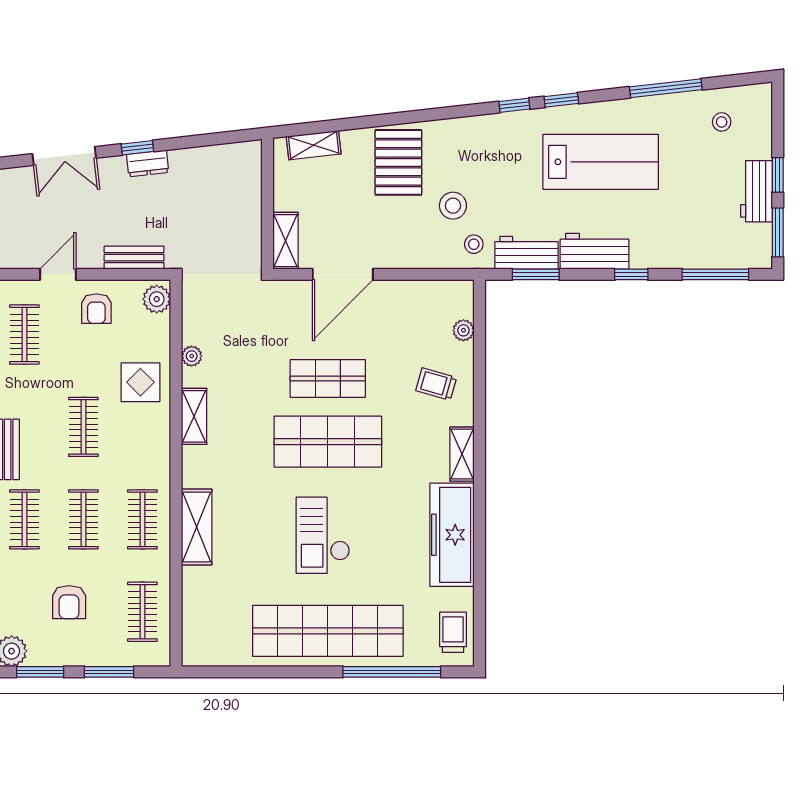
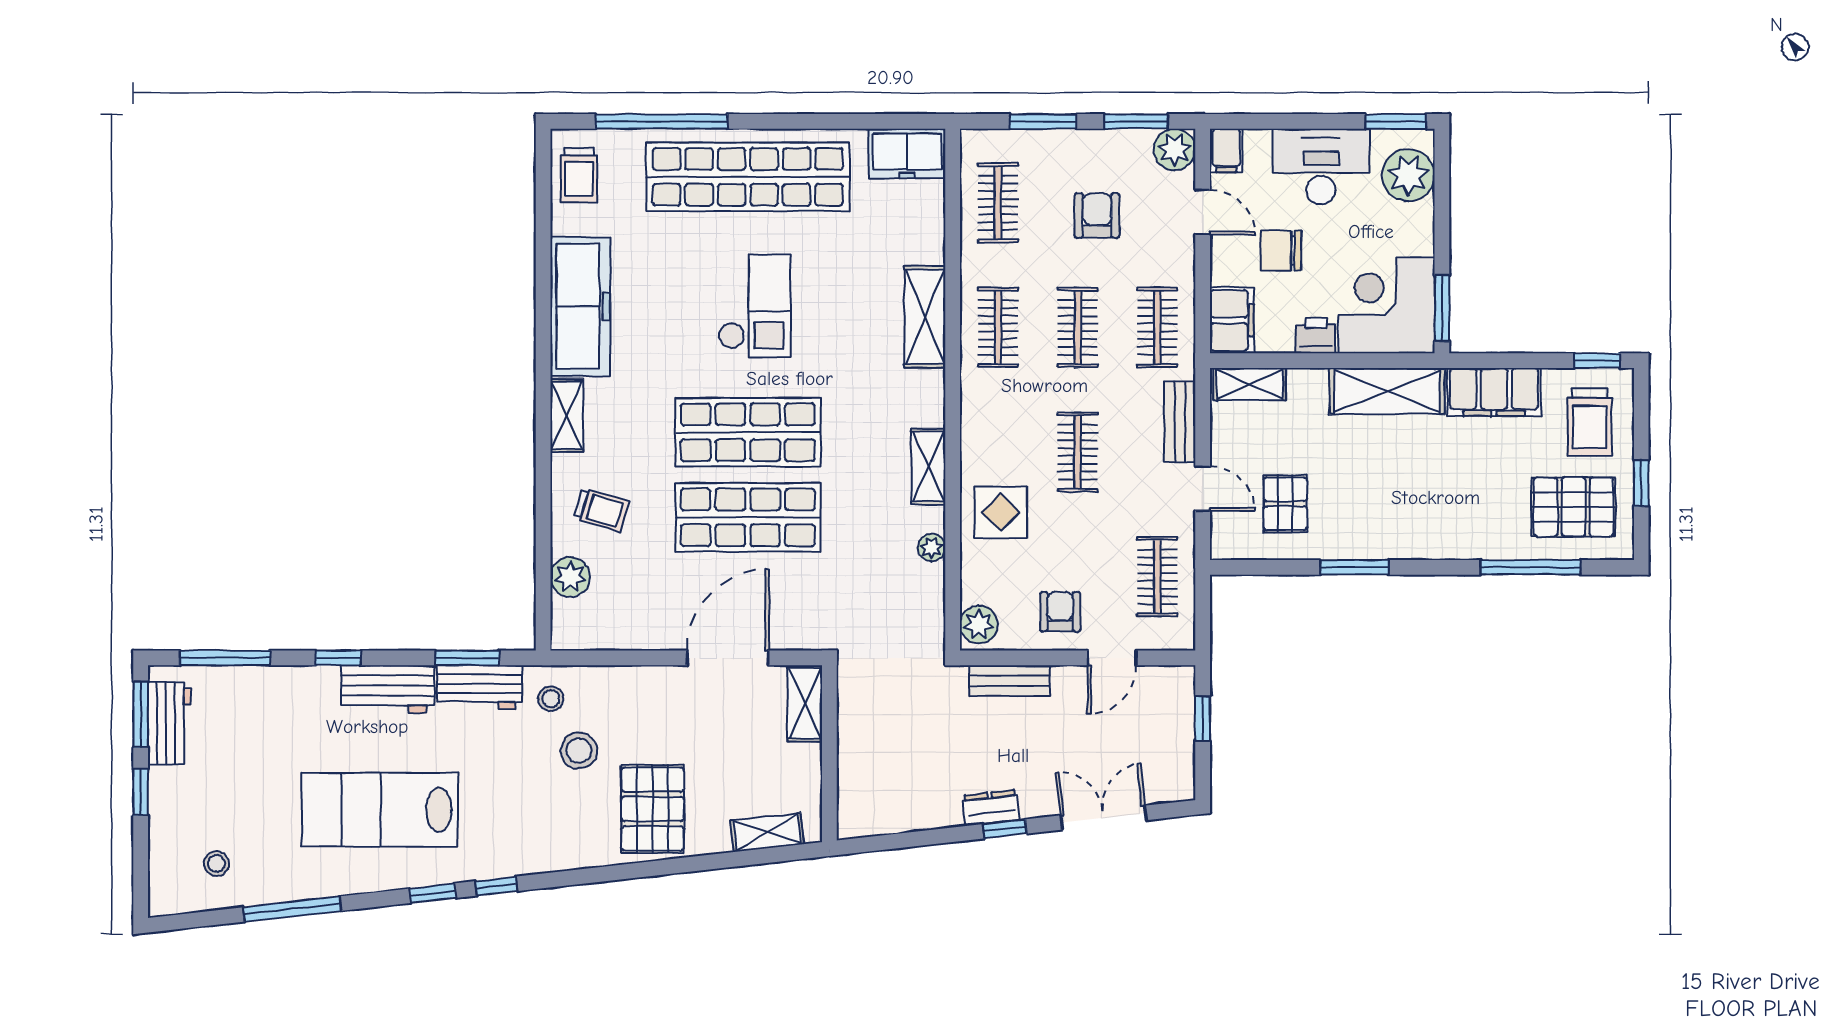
workbench: (756, 191) -> (169, 723), moved
plant: (463, 330) -> (570, 577), width x1.38, depth x1.38
shop shelf: (328, 378) -> (748, 517), width x1.43, depth x1.36
freezer: (210, 648) -> (907, 154), added

